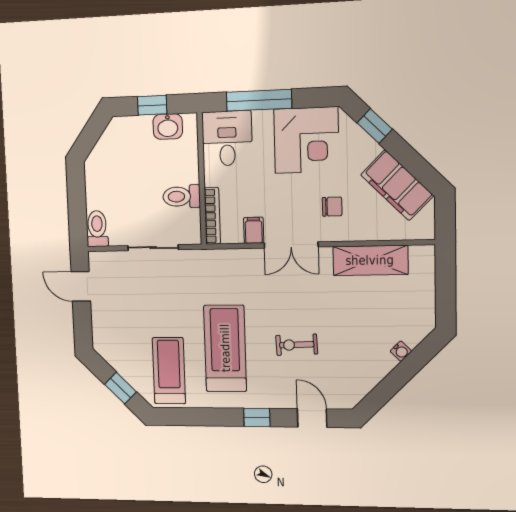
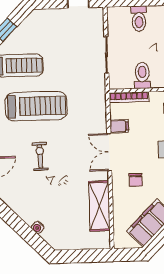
toilet: (97, 229) -> (139, 19), moved, turned 90

